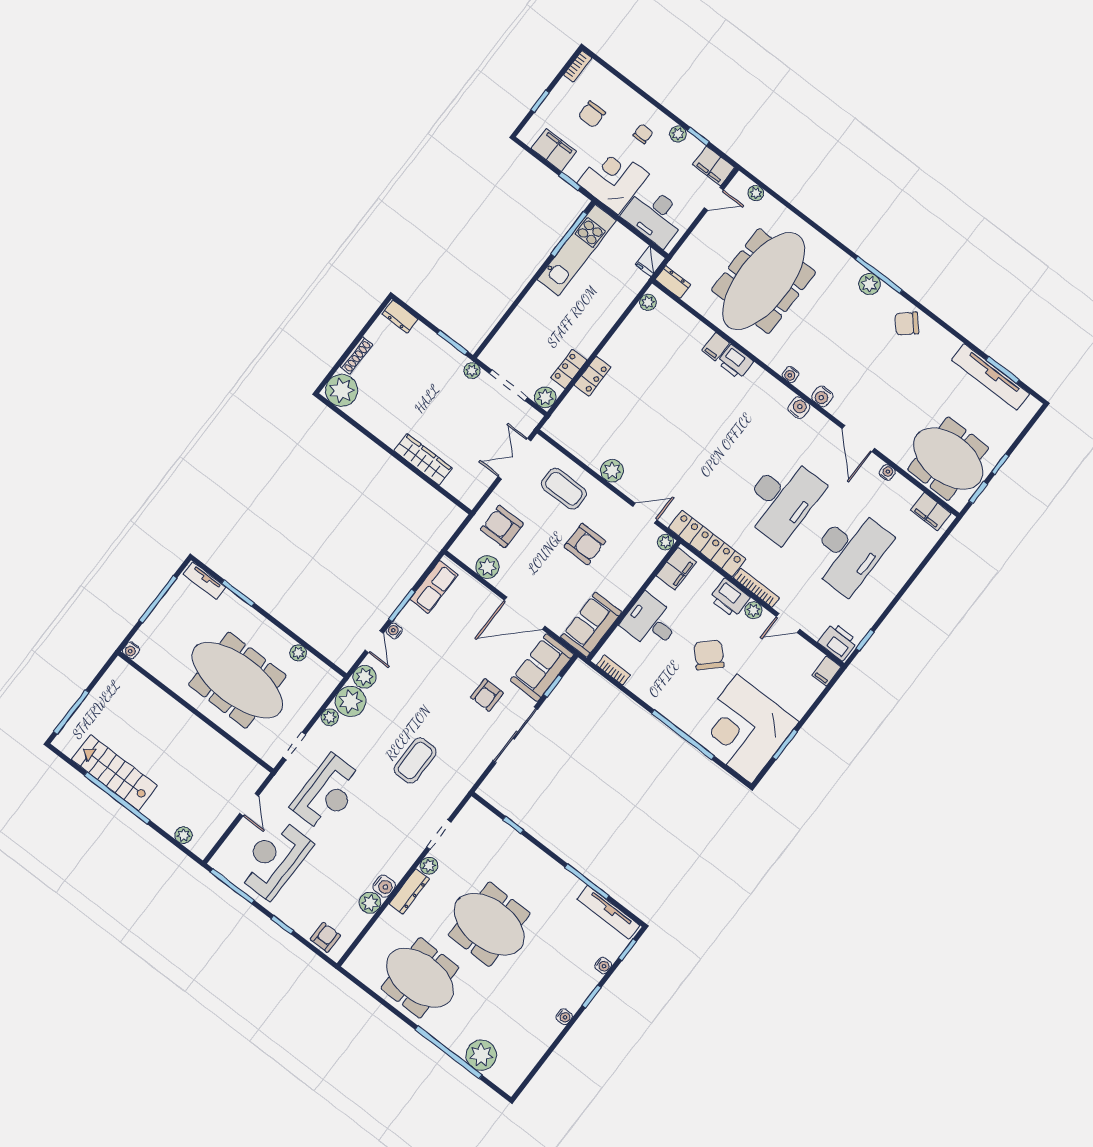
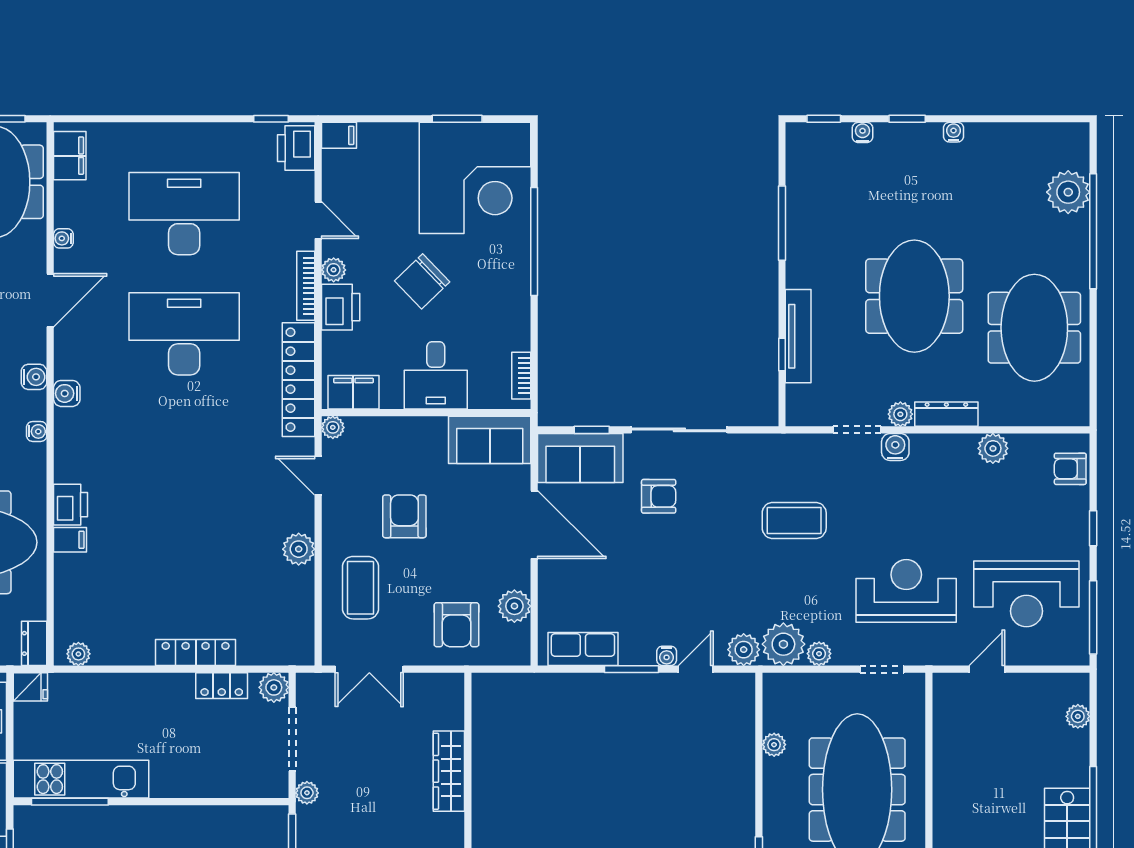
locker: (593, 376) -> (196, 652), width x1.53
water cooler: (384, 886) -> (895, 447), moved
tv unit: (608, 912) -> (798, 336), moved

